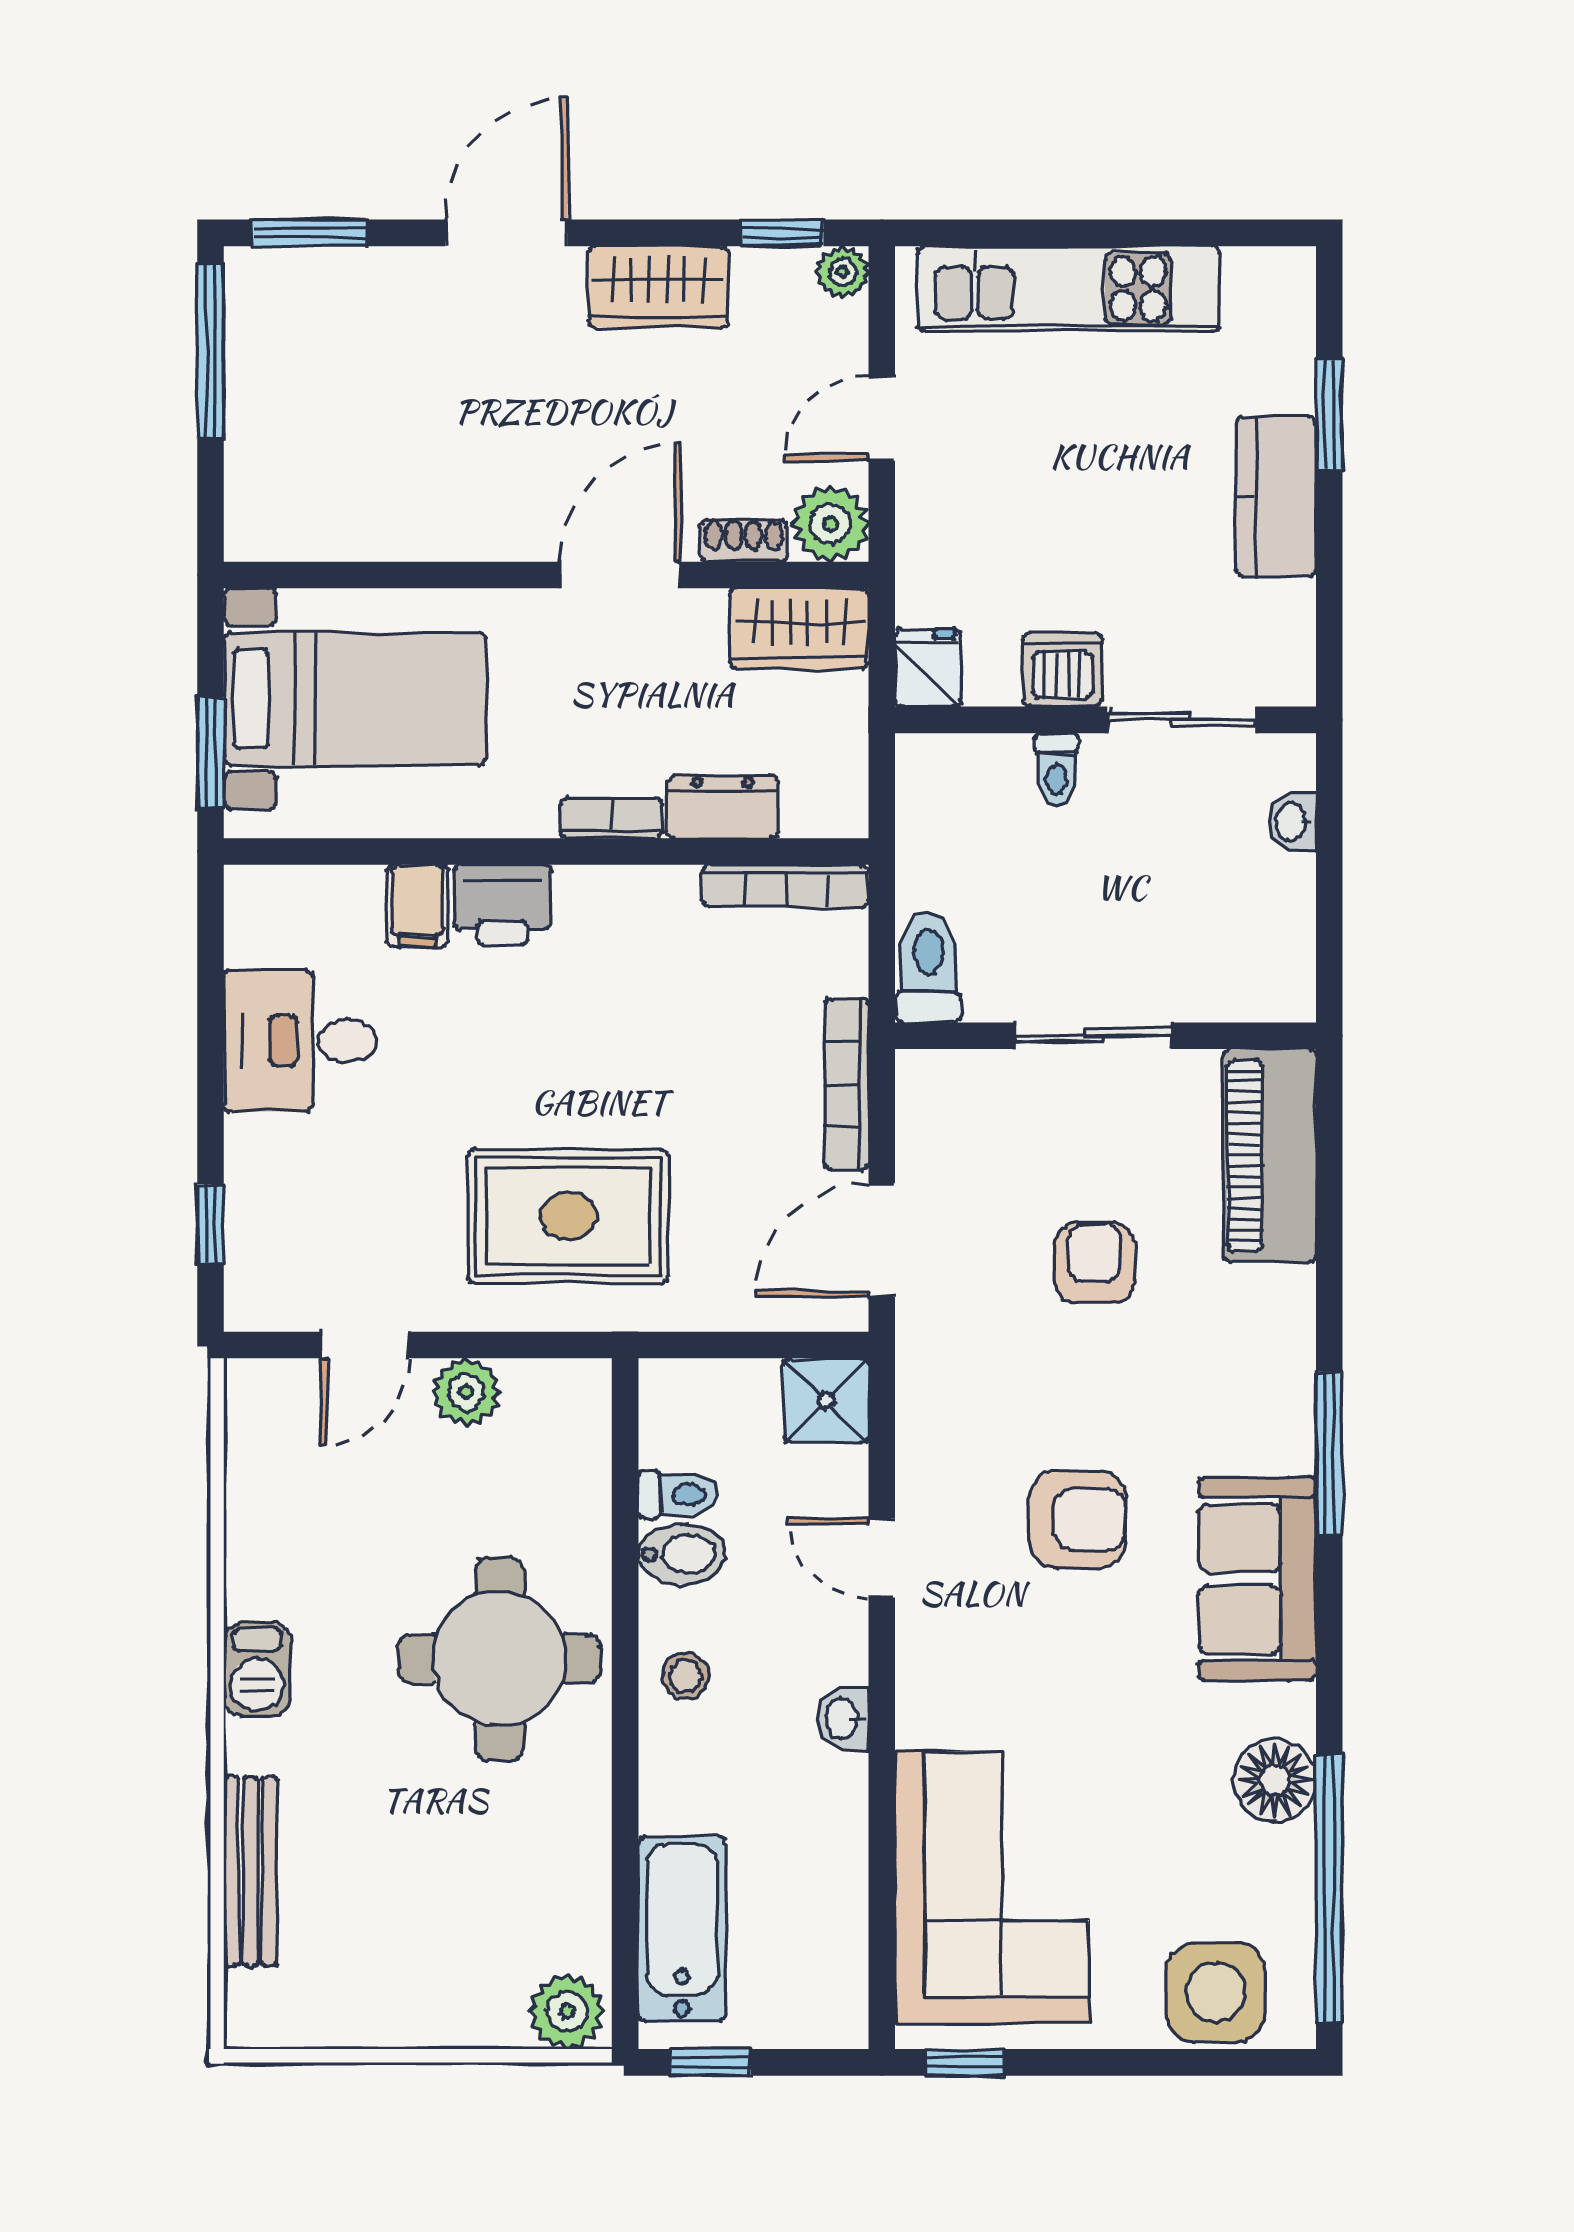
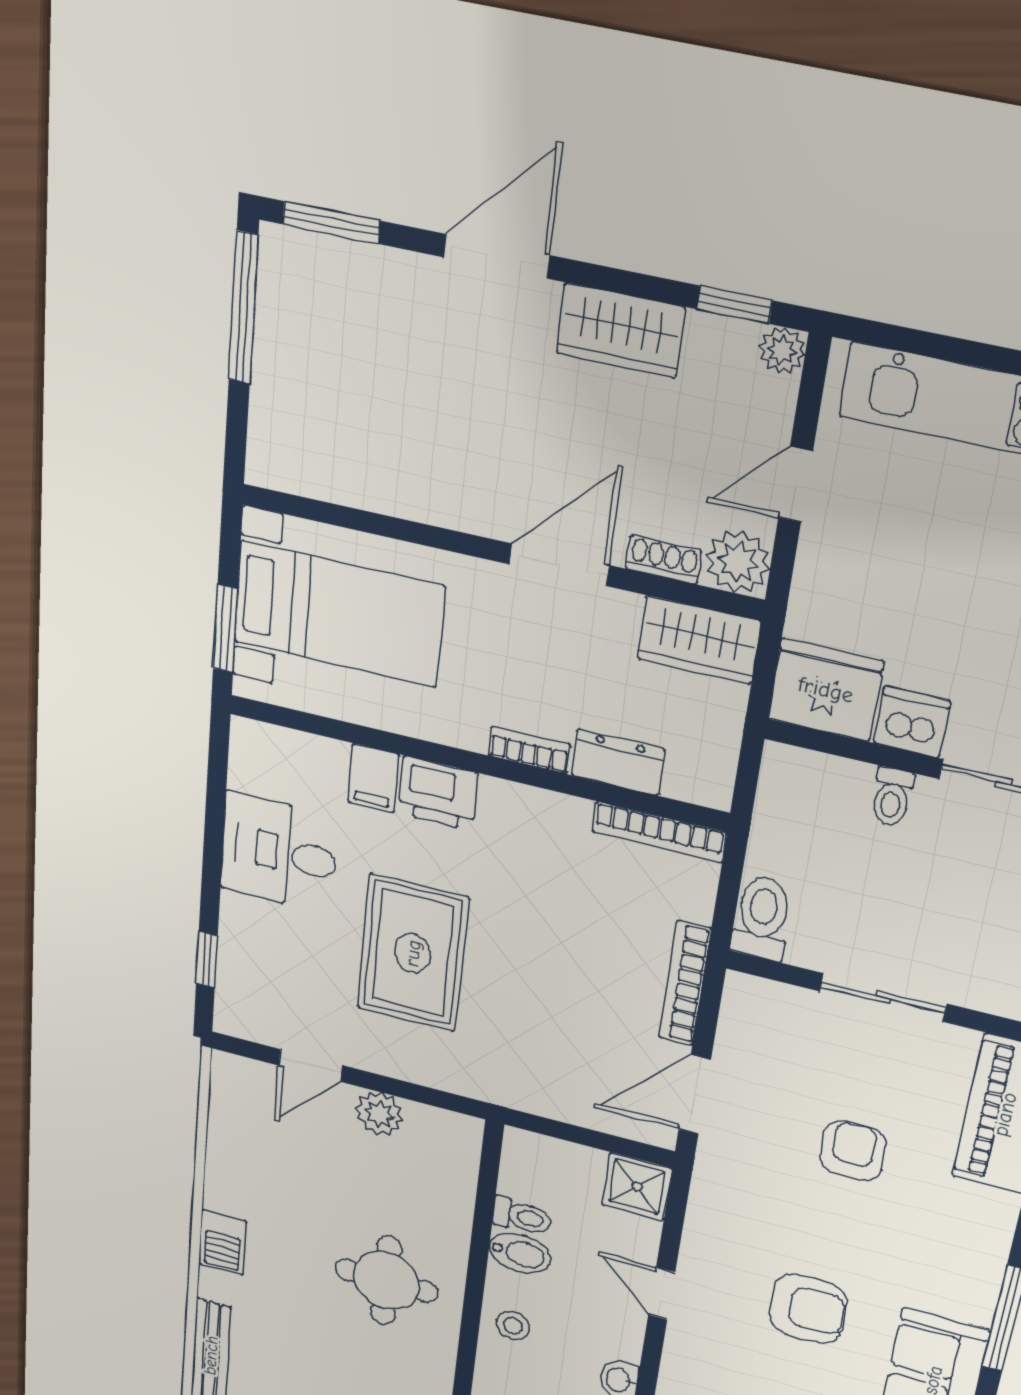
fridge: (928, 668) -> (826, 690), width x1.88, depth x1.34
rug: (568, 1216) -> (413, 953), moved, turned 90
round table: (499, 1659) -> (386, 1281), width x0.73, depth x0.73

